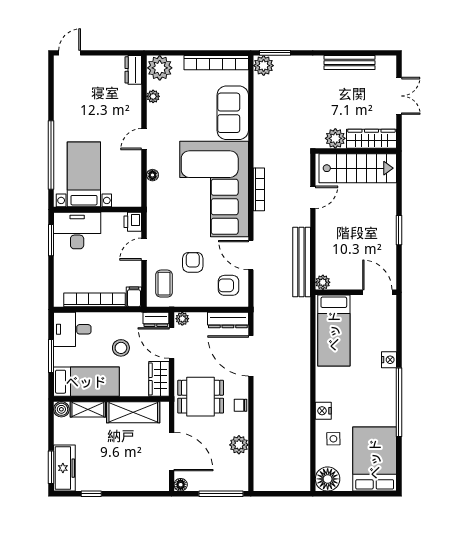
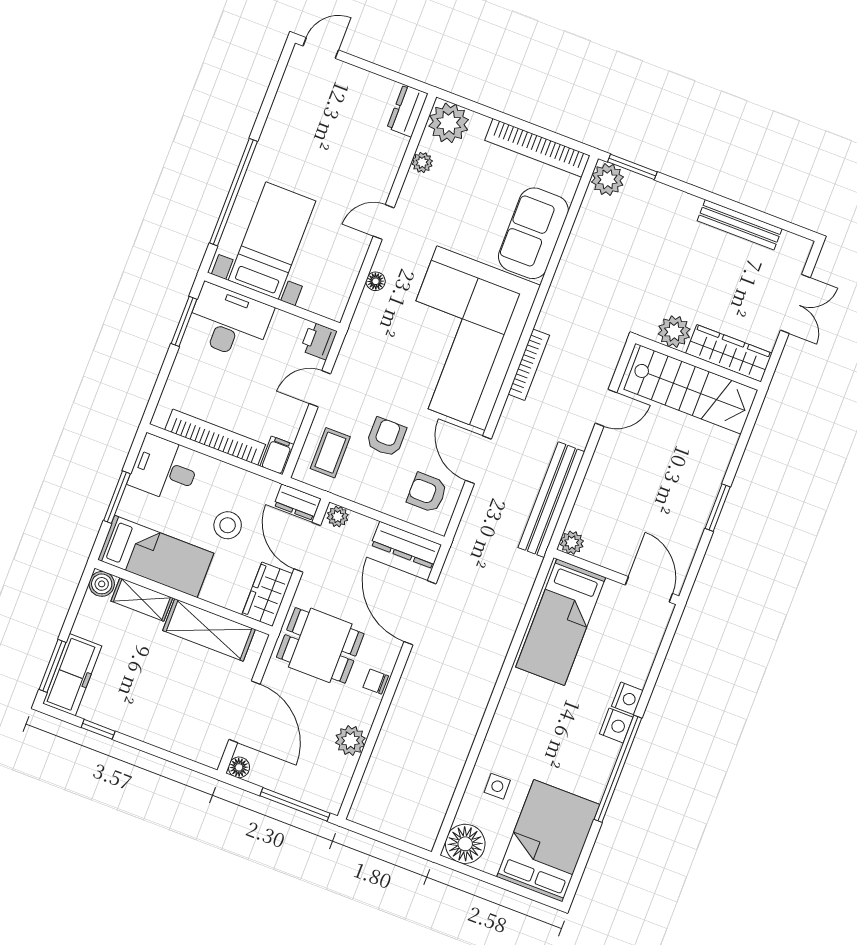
nightstand: (323, 411) -> (616, 725), moved, turned 180

